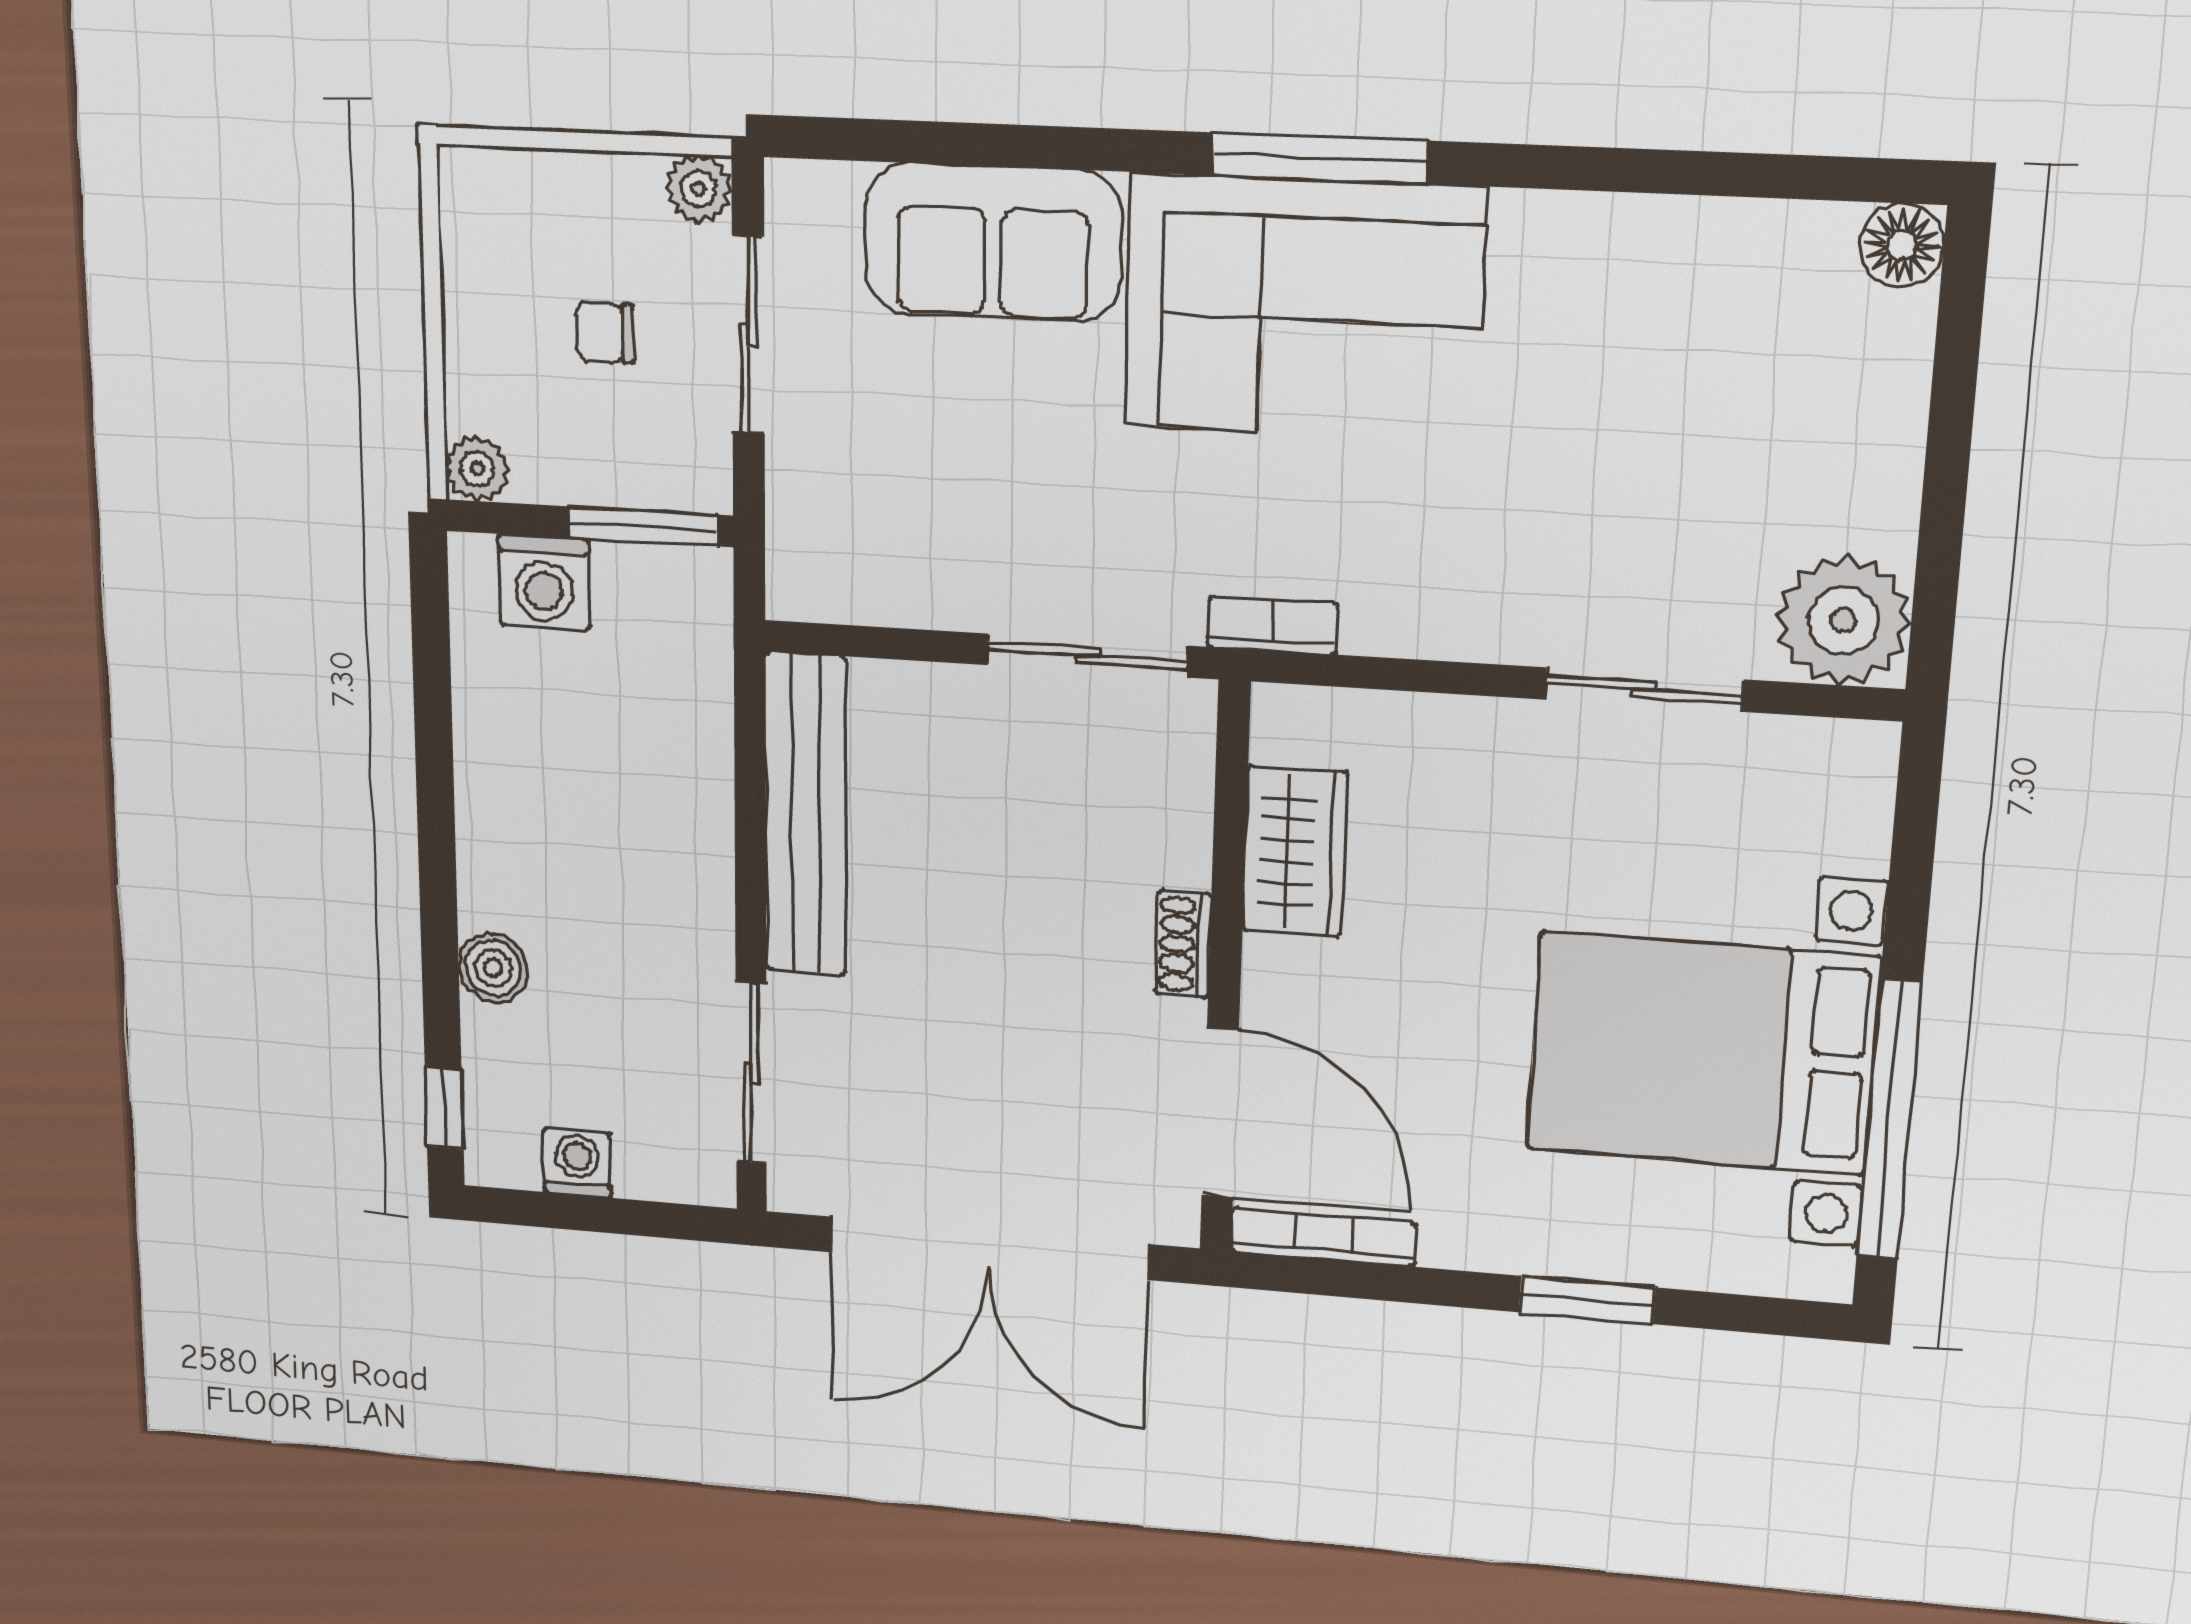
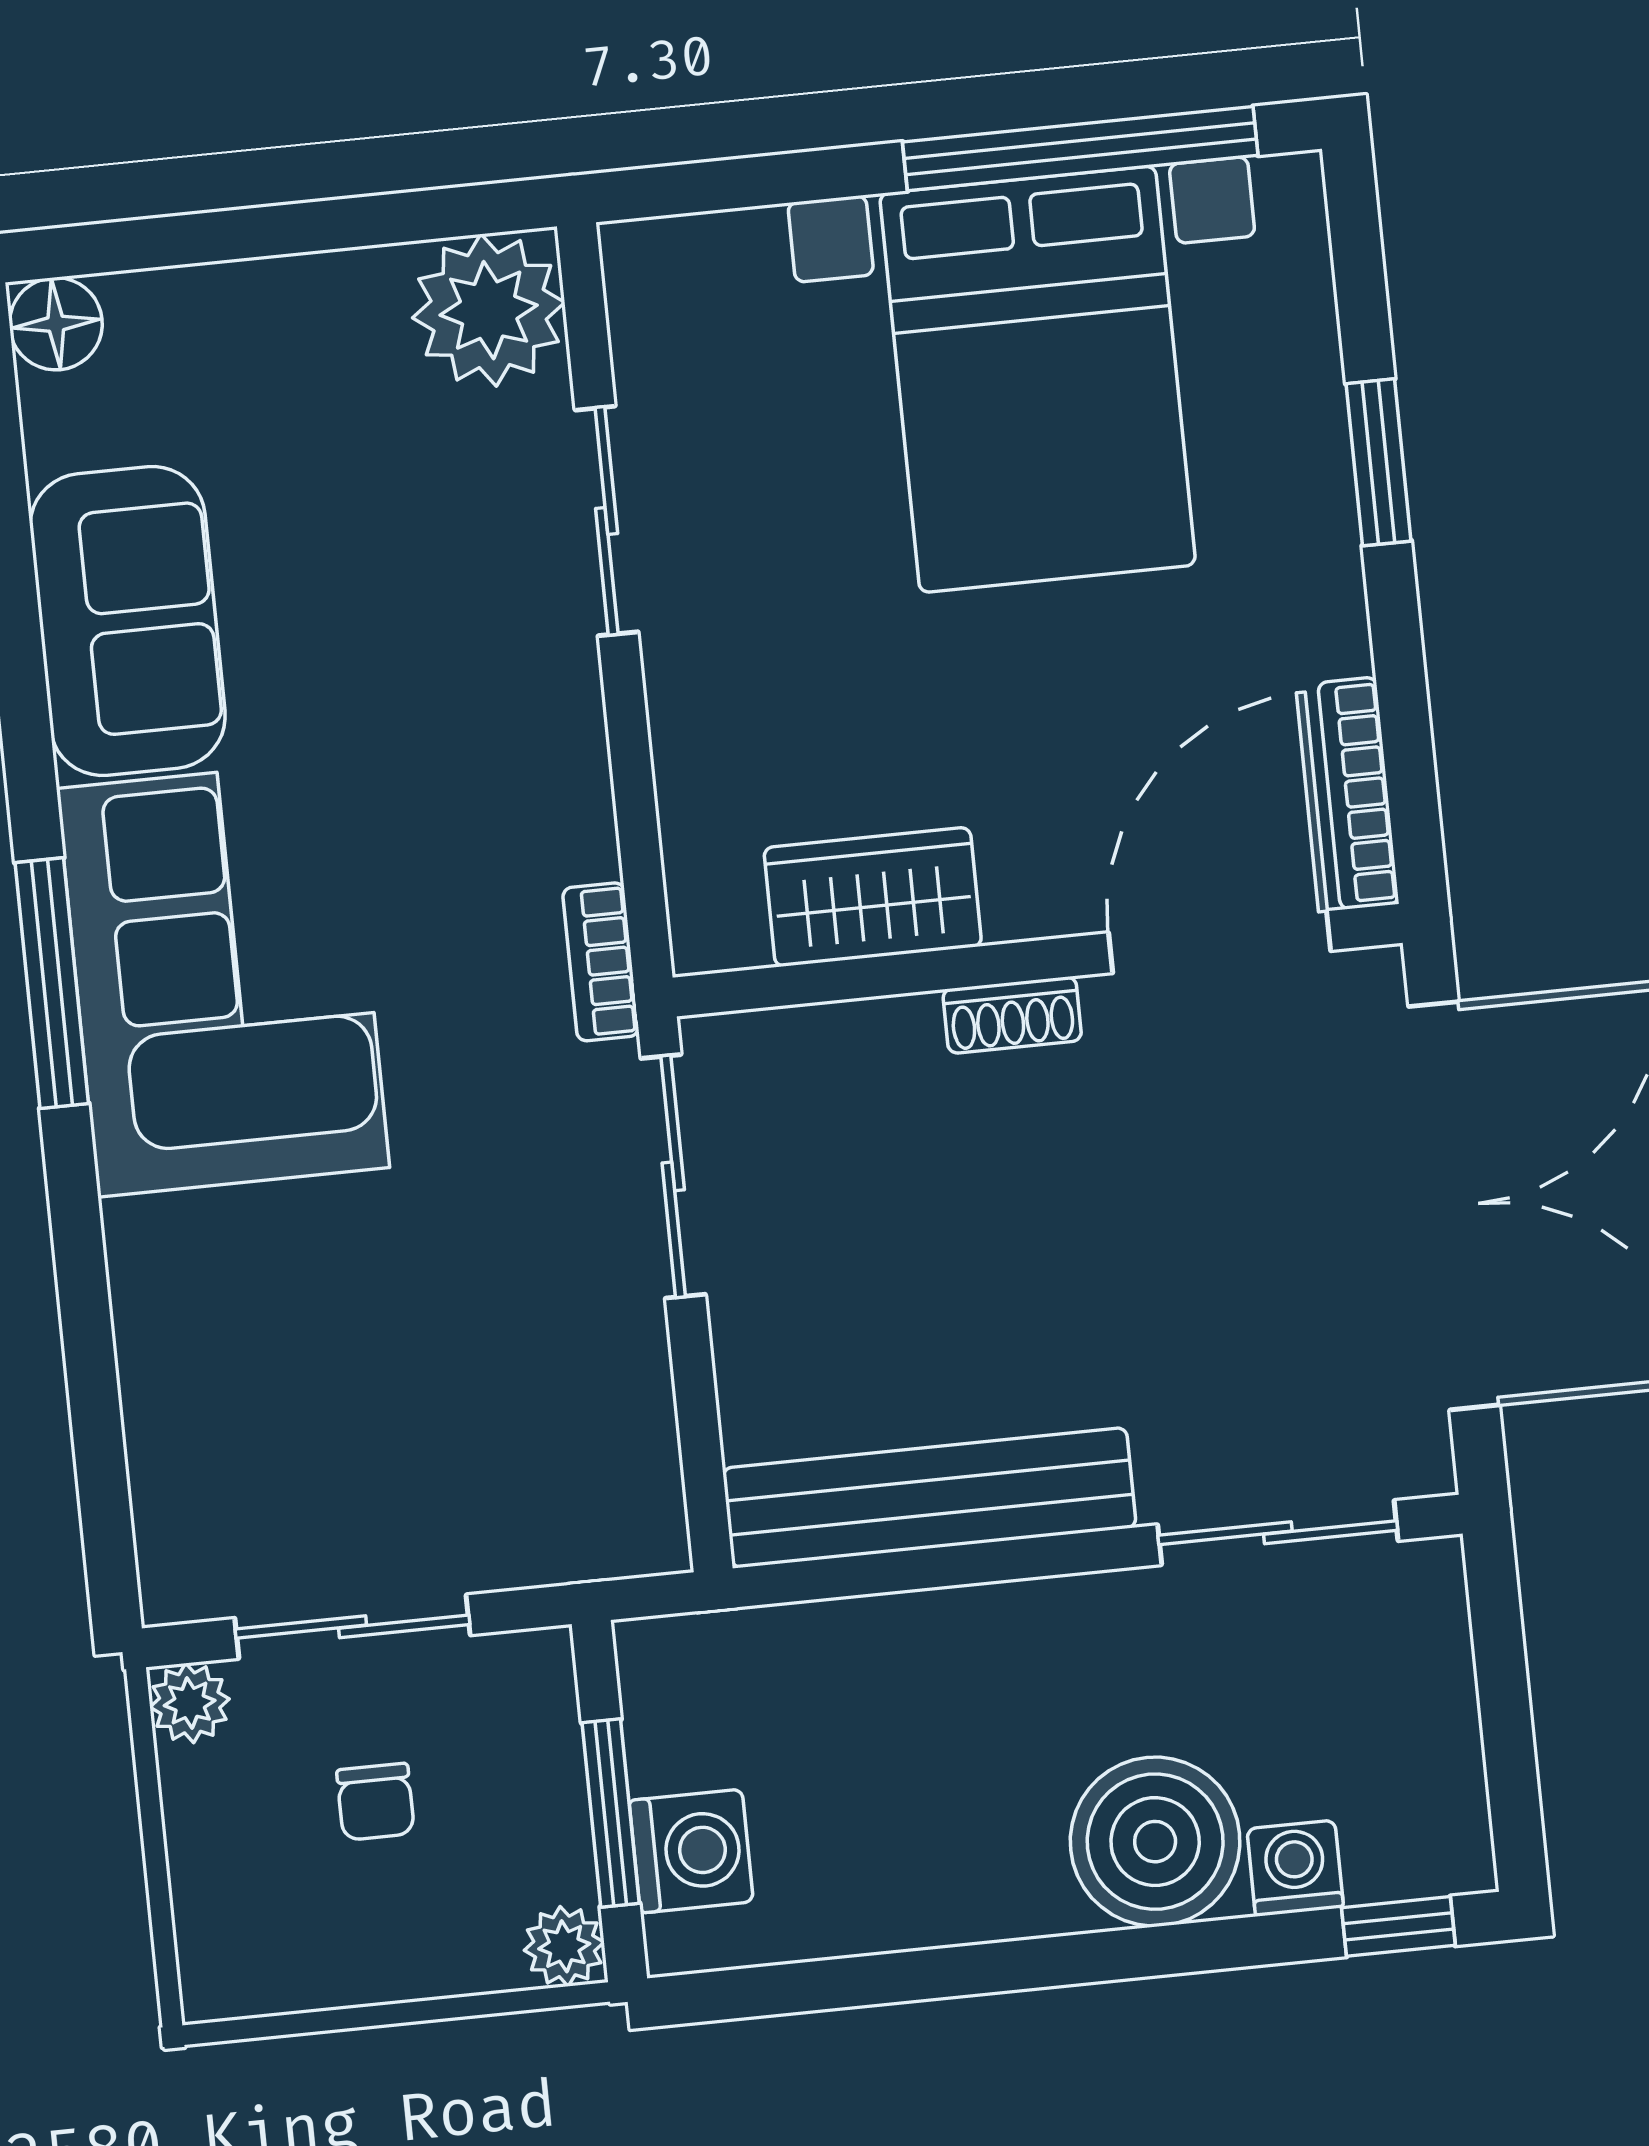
sofa: (993, 242) -> (128, 621), moved
window: (643, 526) -> (611, 1813), moved
boiler: (493, 968) -> (1155, 1842), width x1.86, depth x1.86
washing machine: (577, 1163) -> (1295, 1868), moved, turned 90

